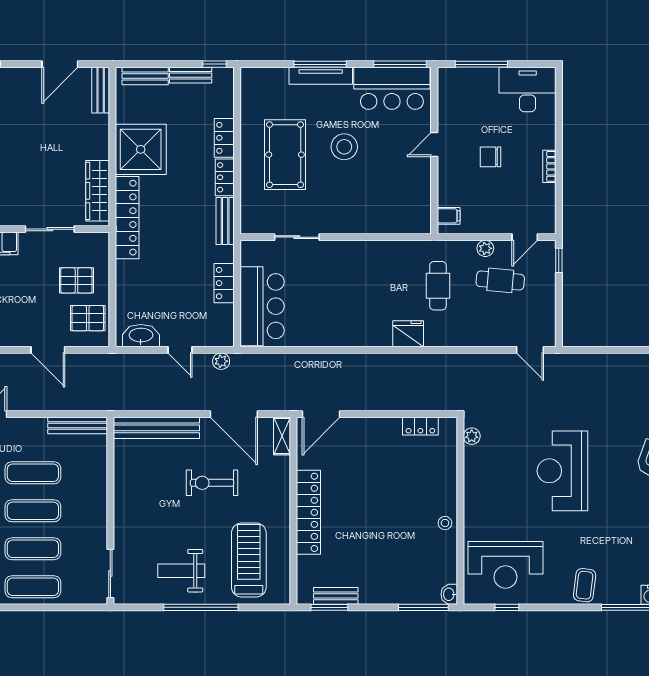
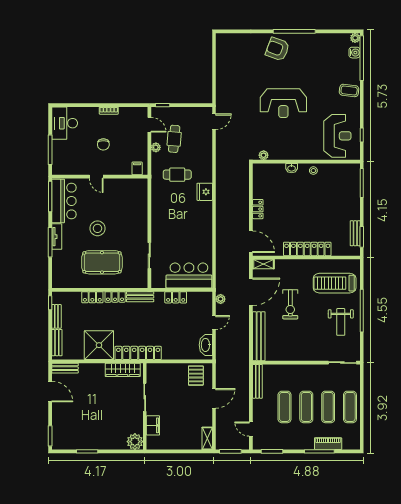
tv unit: (321, 76) -> (57, 237), width x0.71
pallet: (76, 280) -> (174, 382), removed
locker: (420, 426) -> (258, 209), moved
washbasin: (449, 594) -> (292, 168), moved

